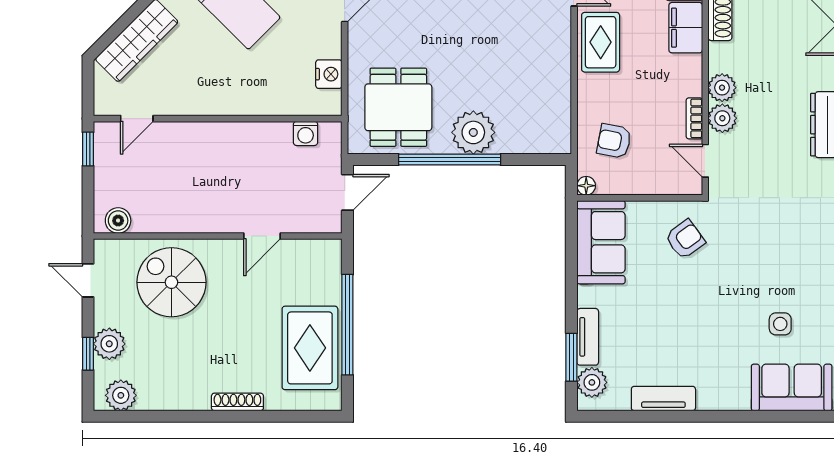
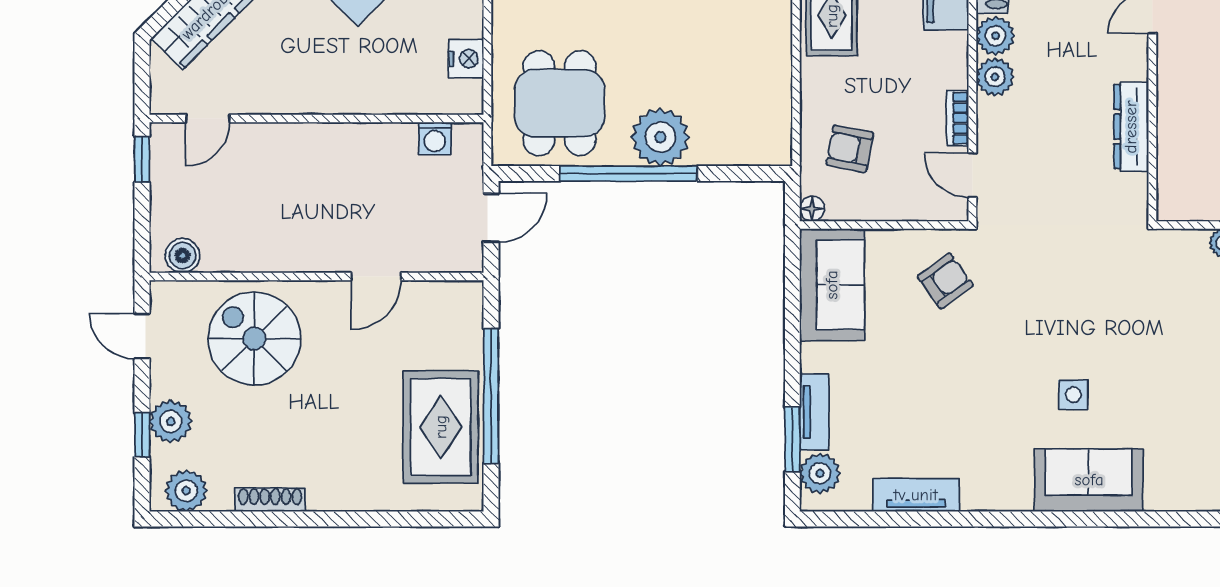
plant: (722, 118) -> (995, 36), moved
shoe rack: (237, 402) -> (270, 500), moved

